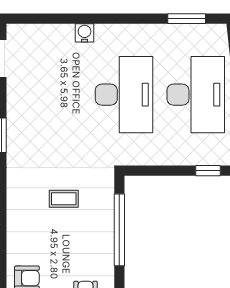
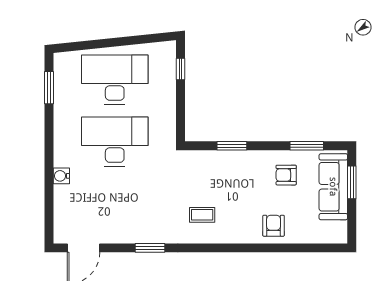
coffee table: (64, 199) -> (202, 215), moved, turned 90
window: (119, 230) -> (232, 146), width x0.47

